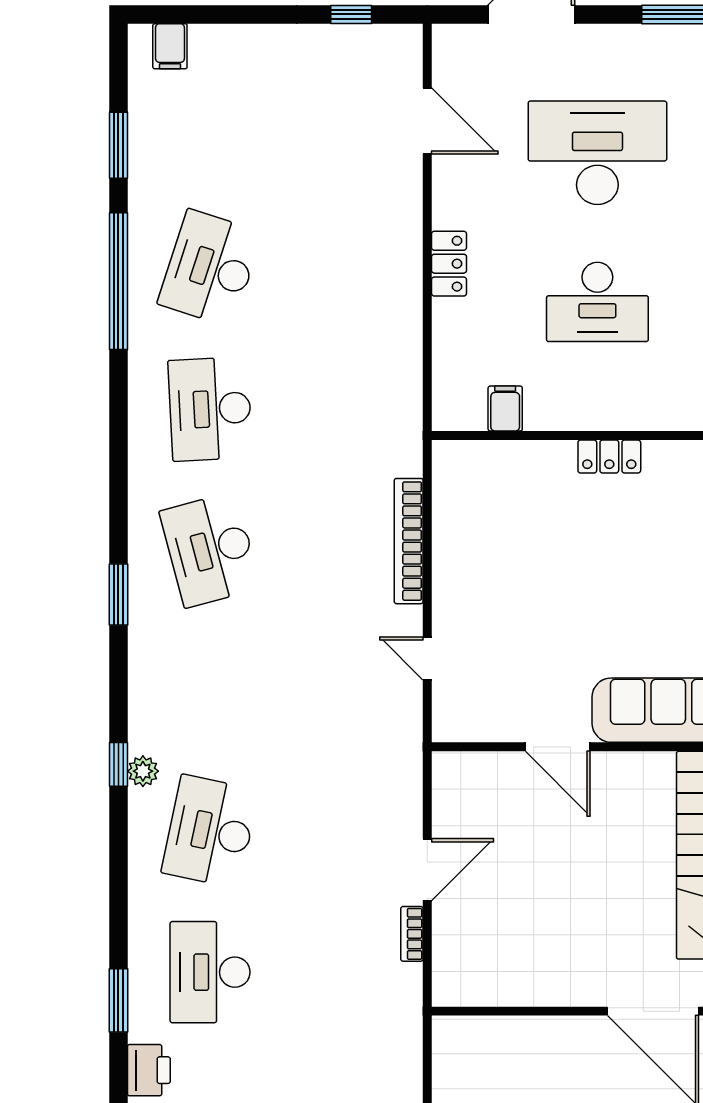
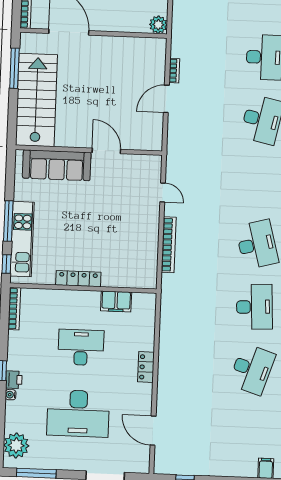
filing cabinet: (505, 409) -> (116, 301), width x2.00
locker: (609, 457) -> (78, 279), width x1.53
plant: (452, 1036) -> (158, 25), added

